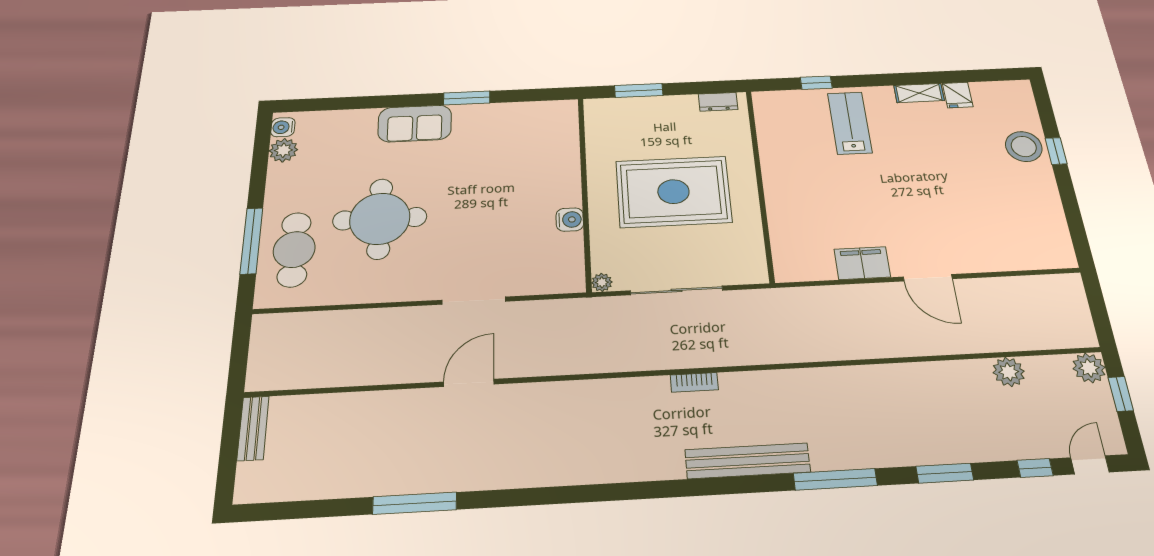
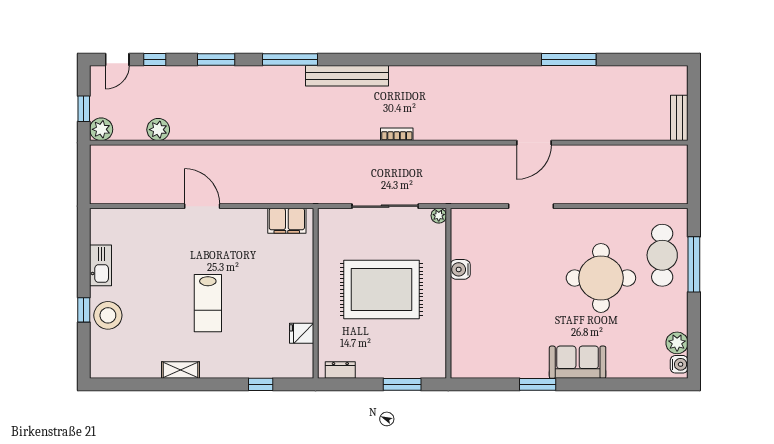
fridge: (958, 95) -> (302, 333), moved, turned -90
lab bench: (850, 123) -> (208, 303), moved
kitchen sink: (1047, 201) -> (101, 265), added
filing cabinet: (862, 263) -> (287, 221), moved
bookcase: (694, 382) -> (397, 134), moved

